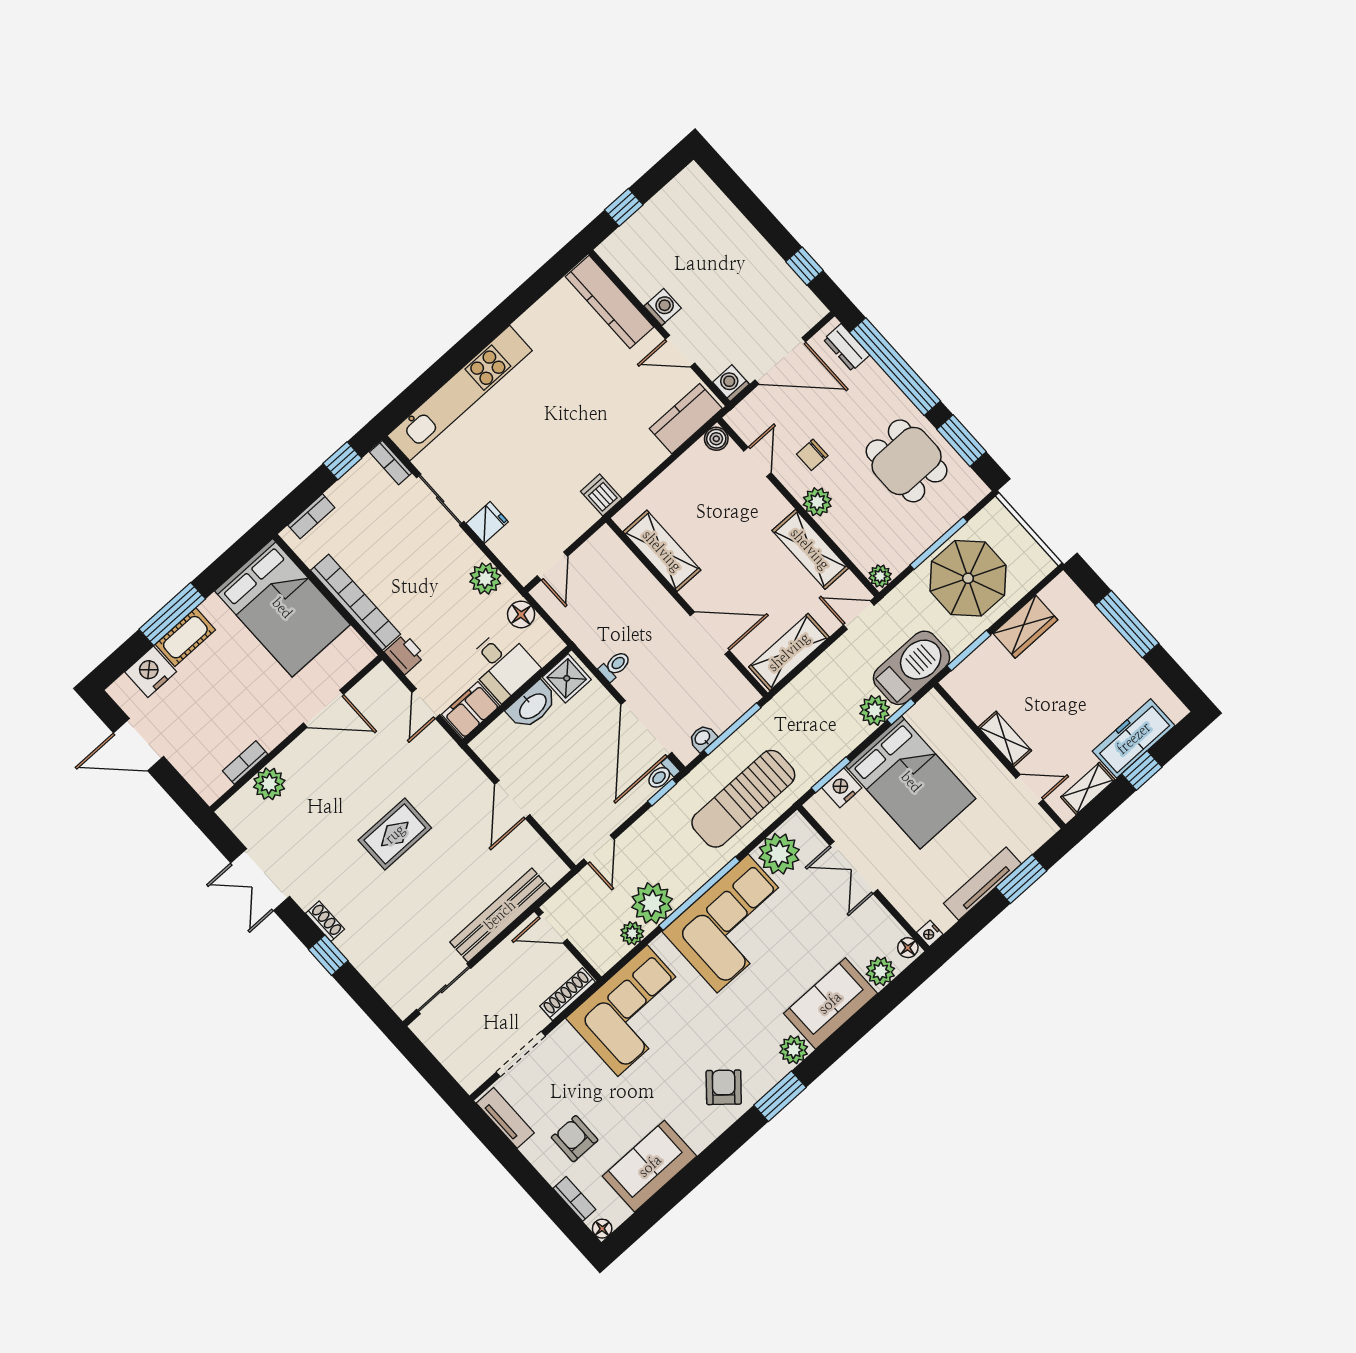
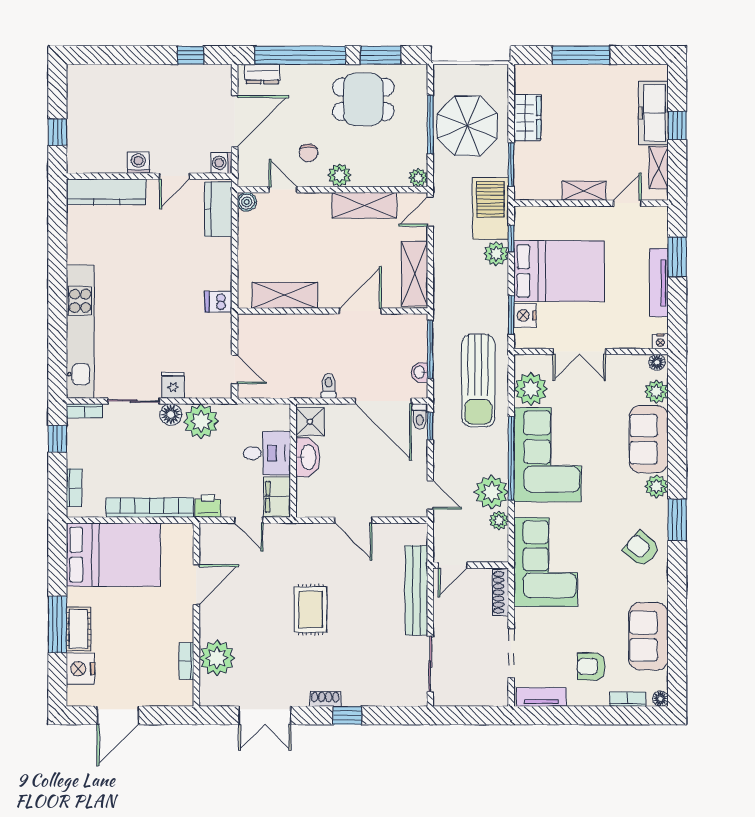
plant: (485, 579) -> (201, 421), width x1.36, depth x1.36
floor lamp: (521, 614) -> (171, 415), moved
plant: (269, 784) -> (217, 658), width x1.36, depth x1.36

